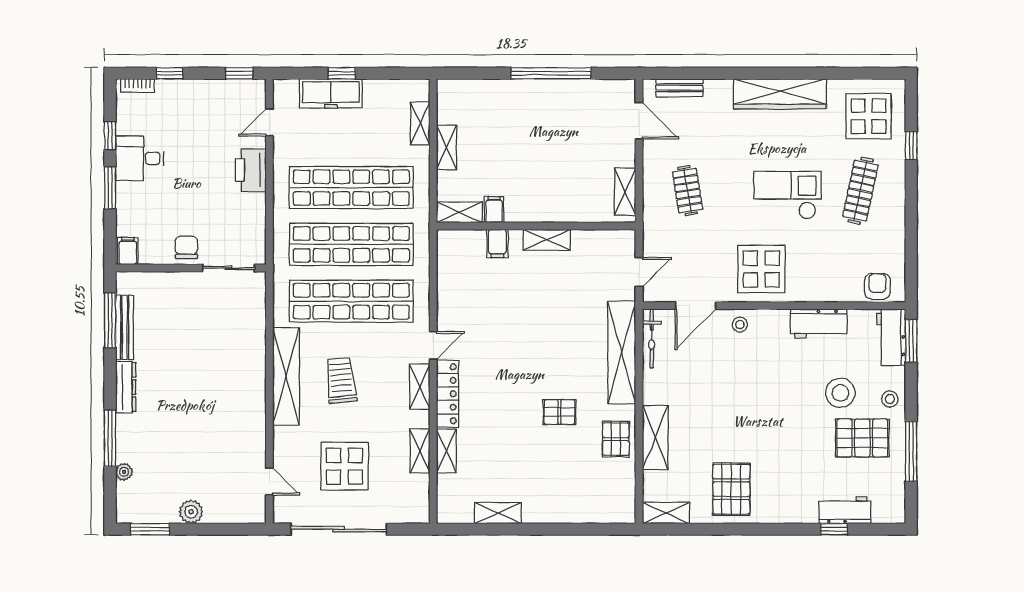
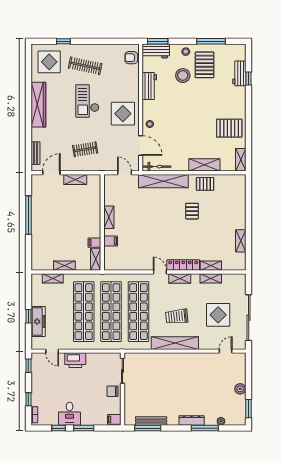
shelving: (625, 192) -> (75, 179), moved
dresser: (126, 387) -> (192, 420), moved

